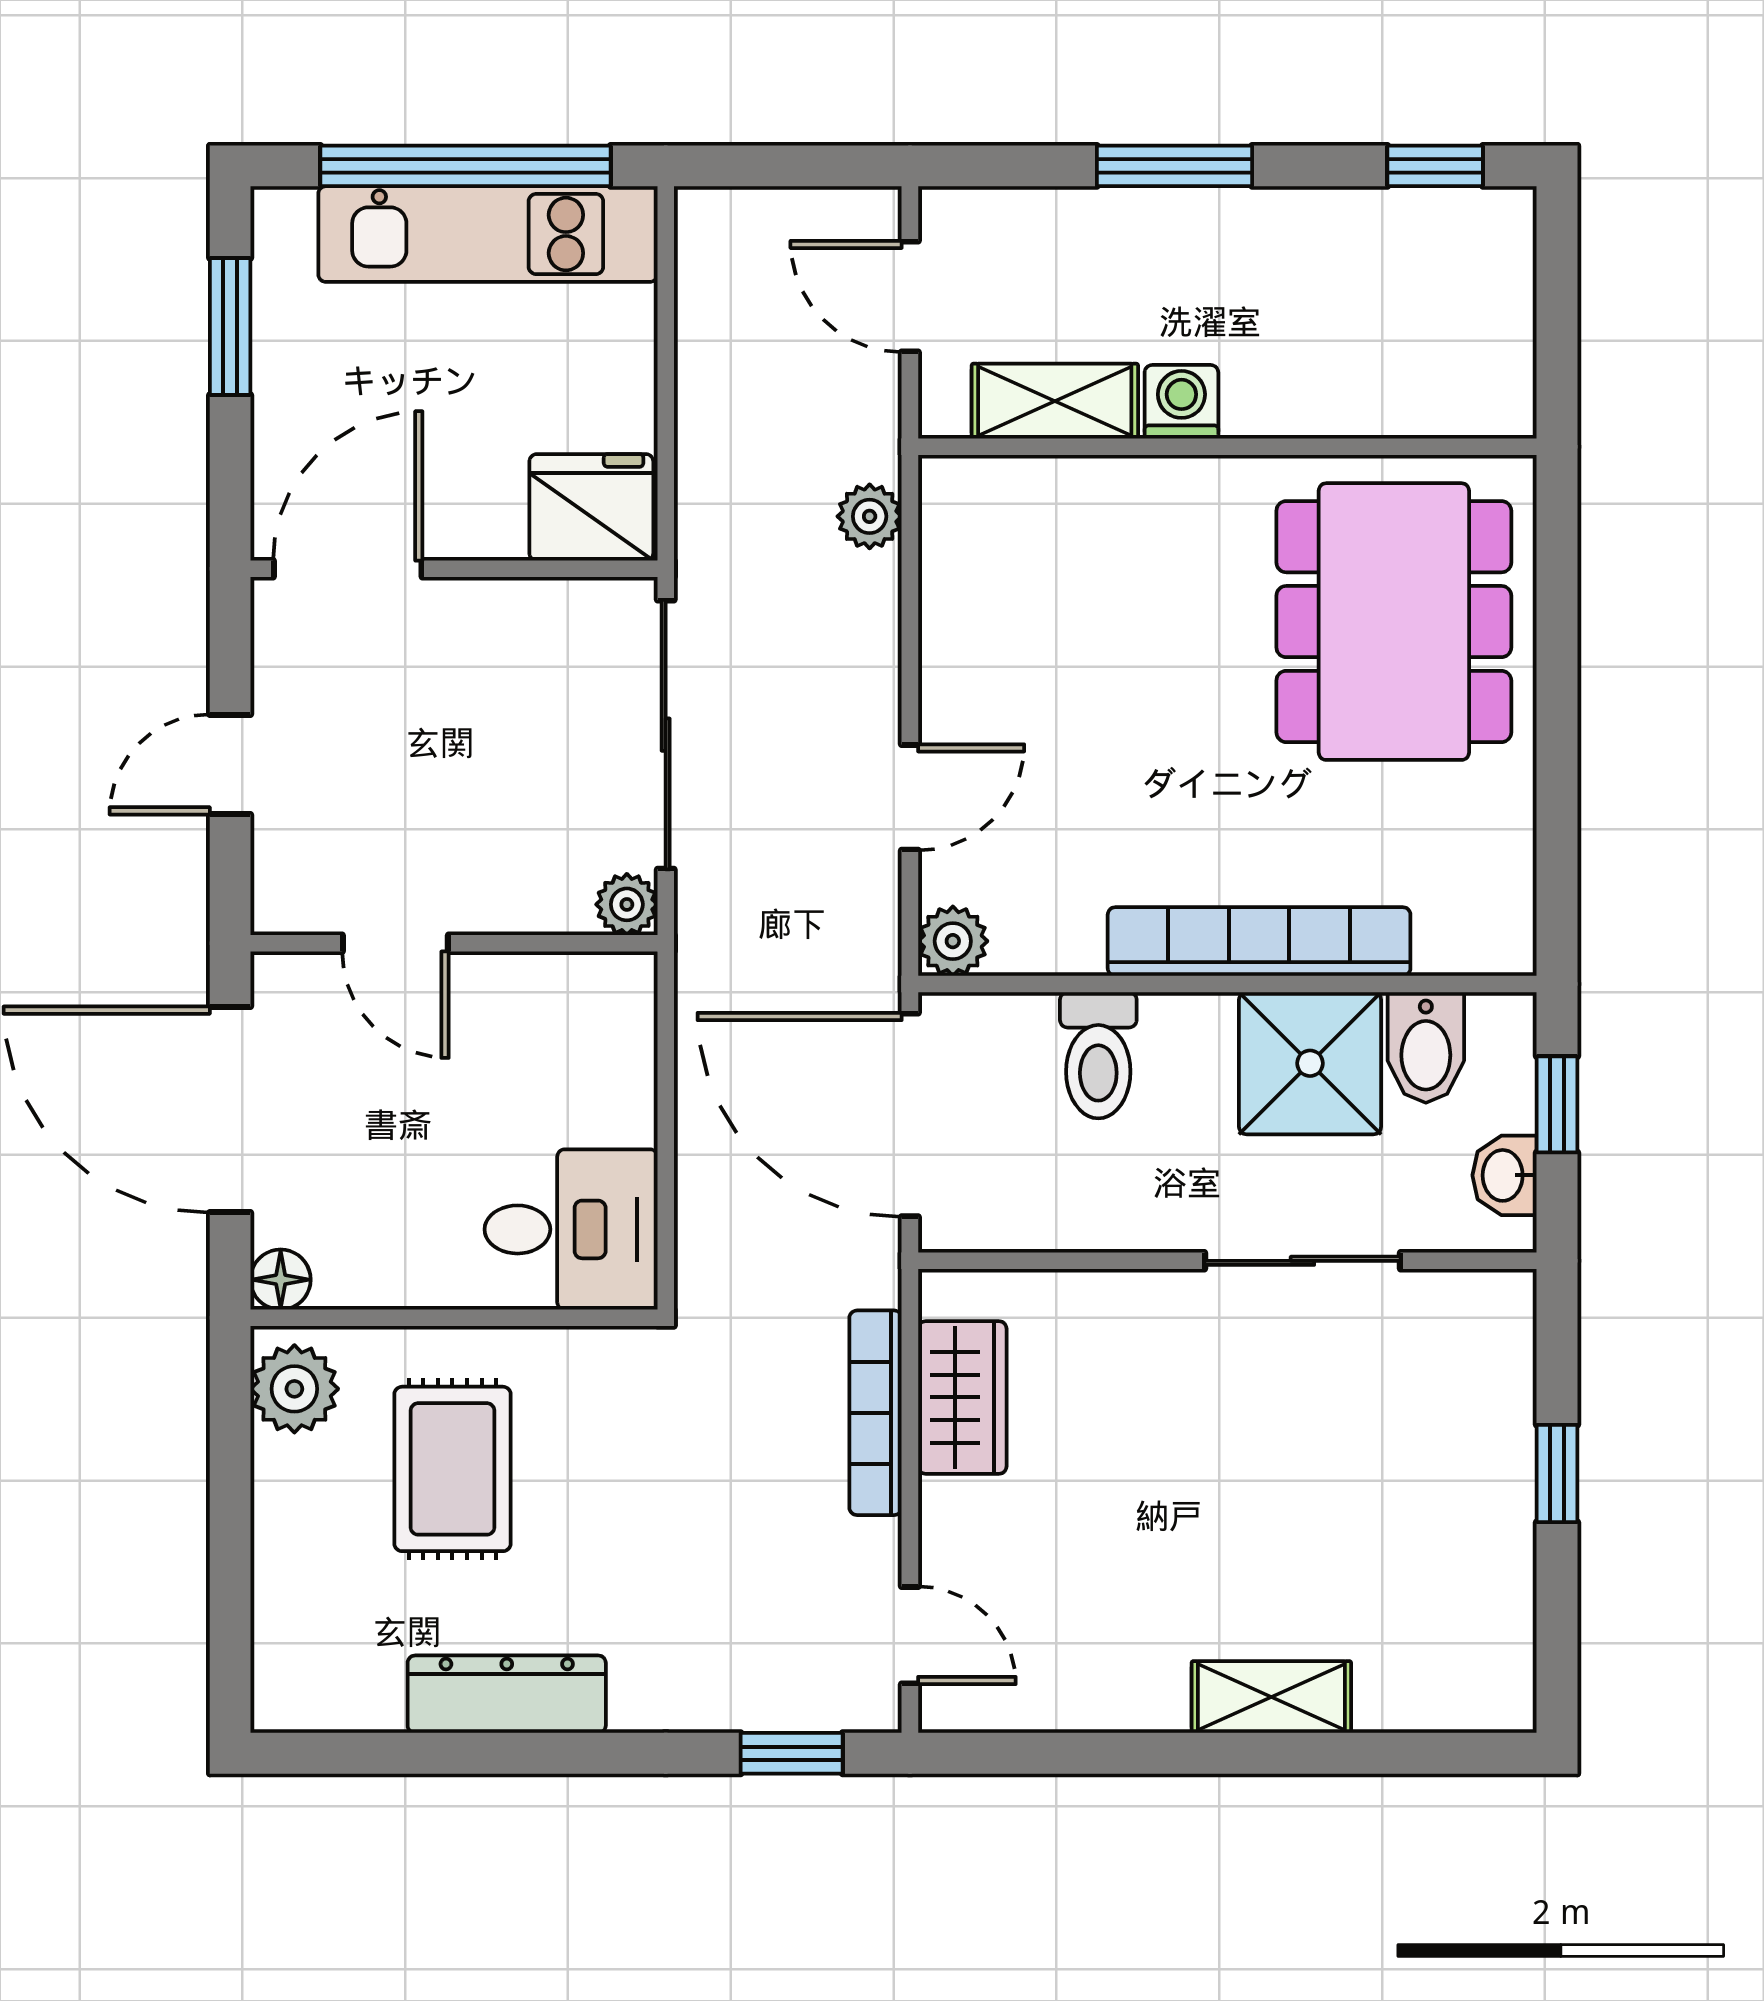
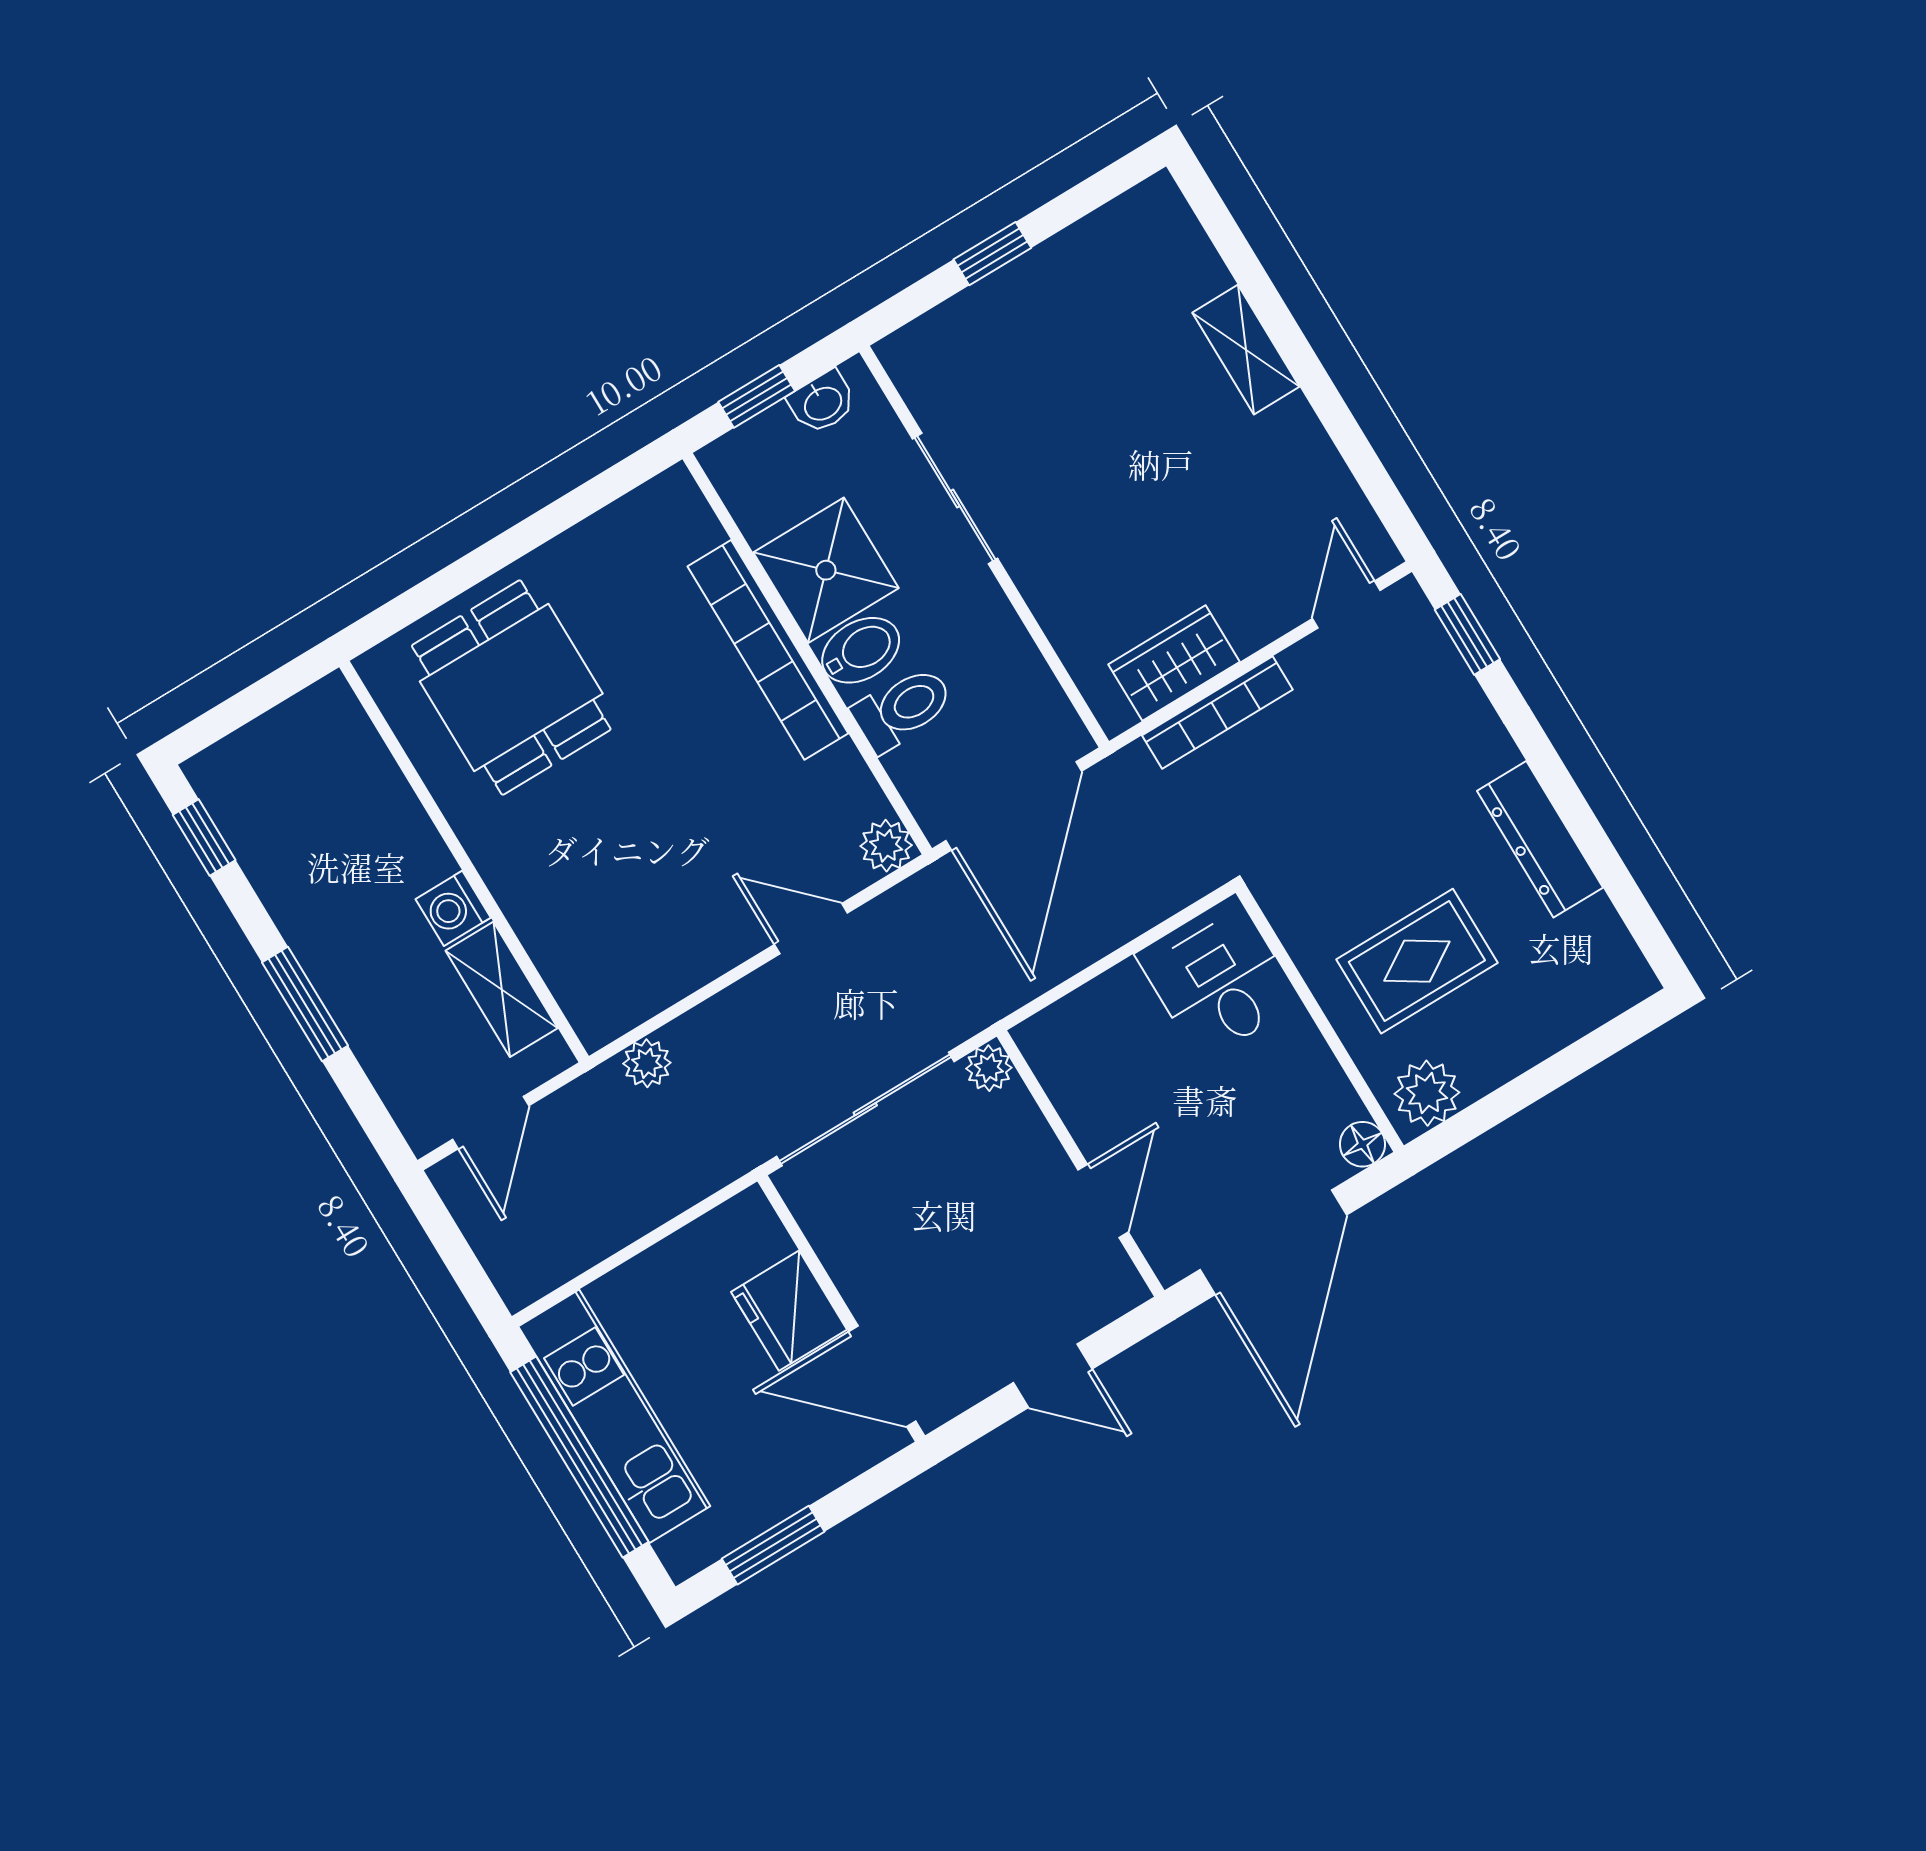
fridge: (591, 507) -> (789, 1311), moved
dining table: (1394, 622) -> (511, 688), width x0.73
bidet: (1426, 1047) -> (861, 650), moved

